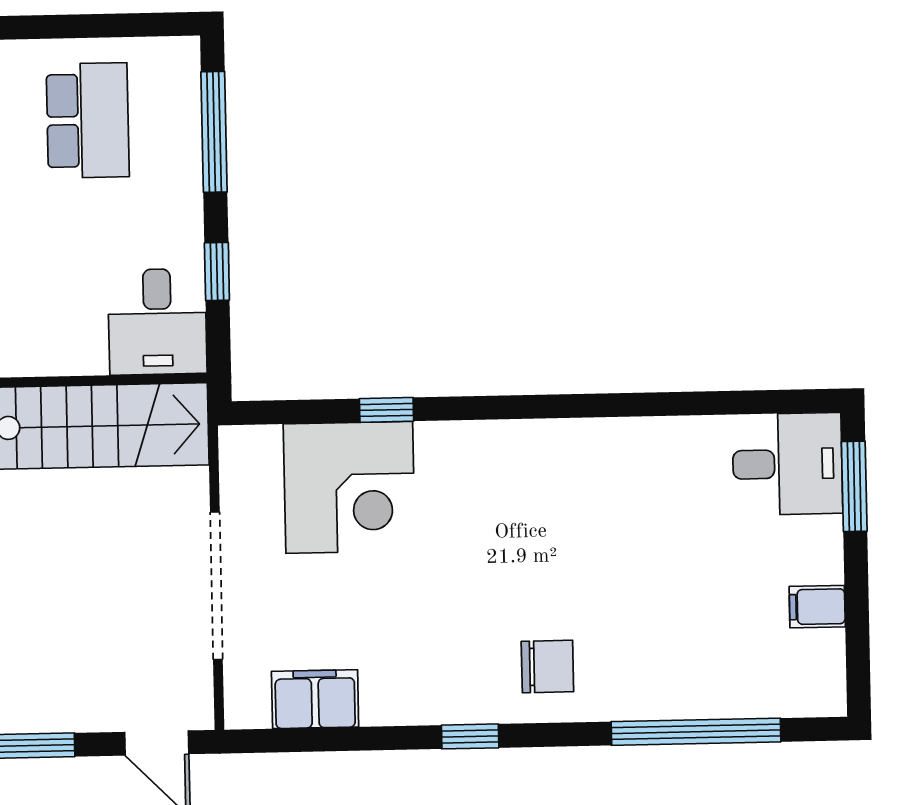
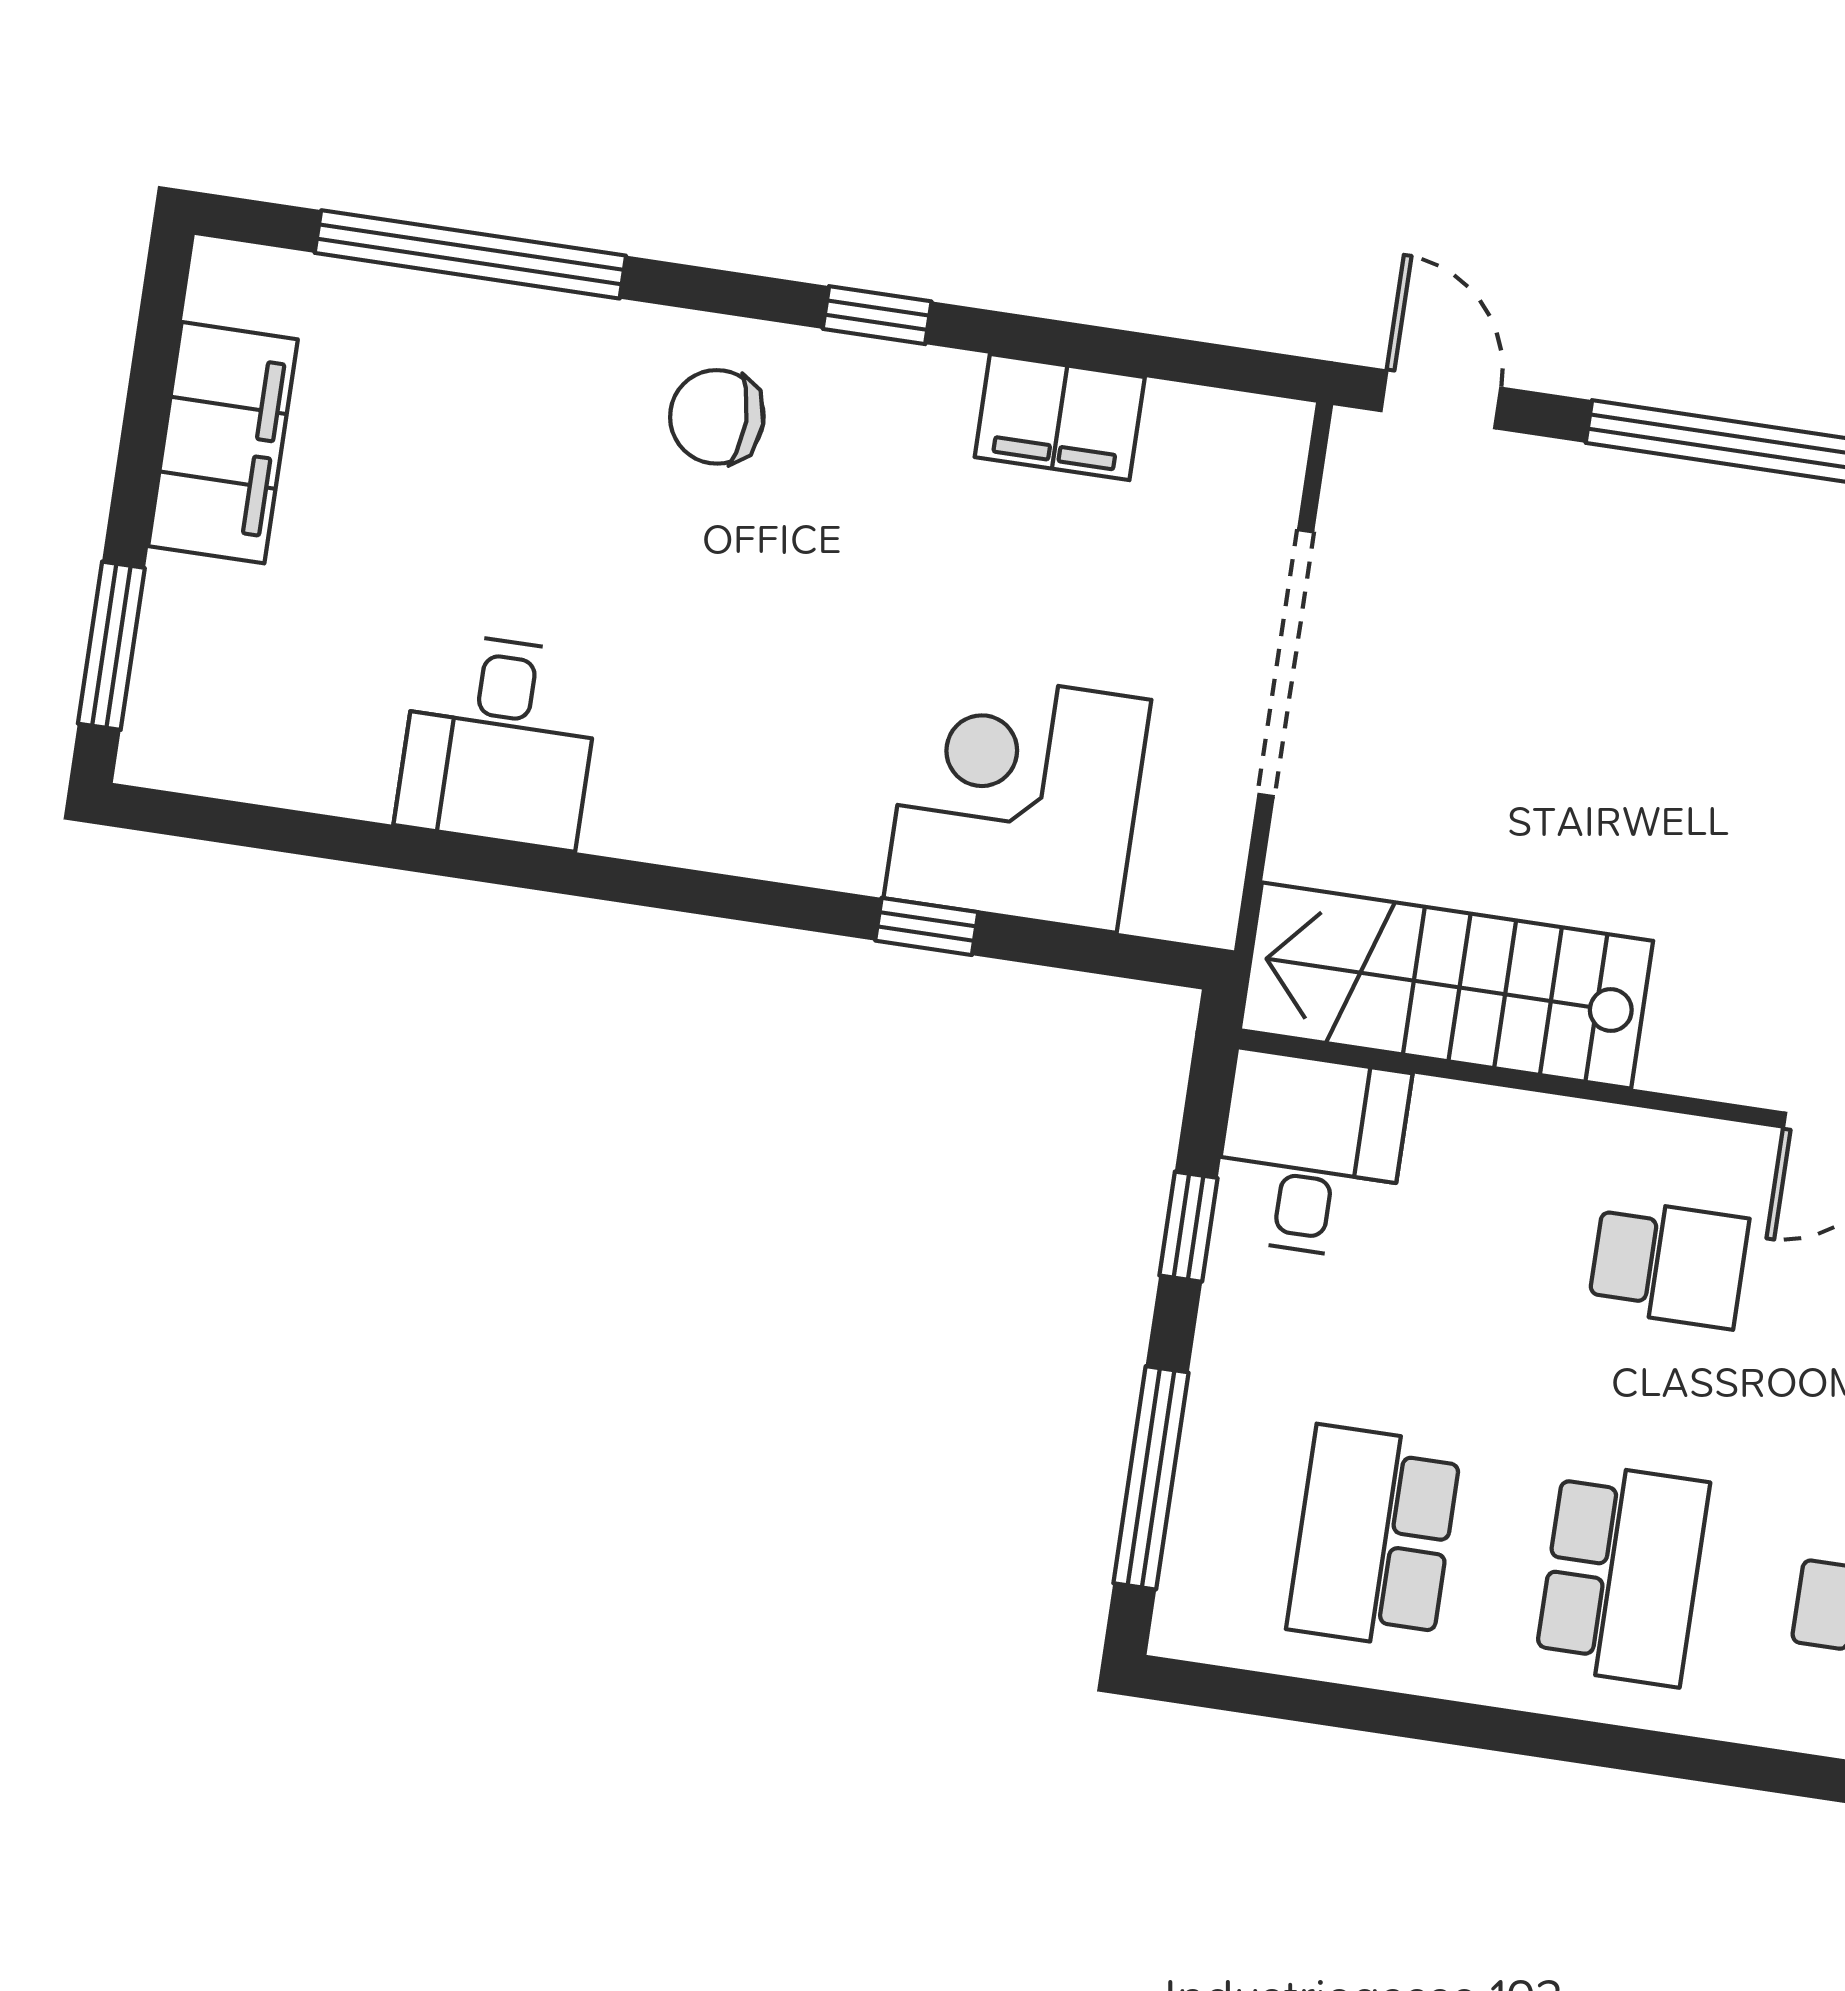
desk: (787, 464) -> (499, 740), moved, turned -90
filing cabinet: (817, 607) -> (223, 443), width x3.00, depth x1.17
filing cabinet: (315, 699) -> (1060, 417), moved

